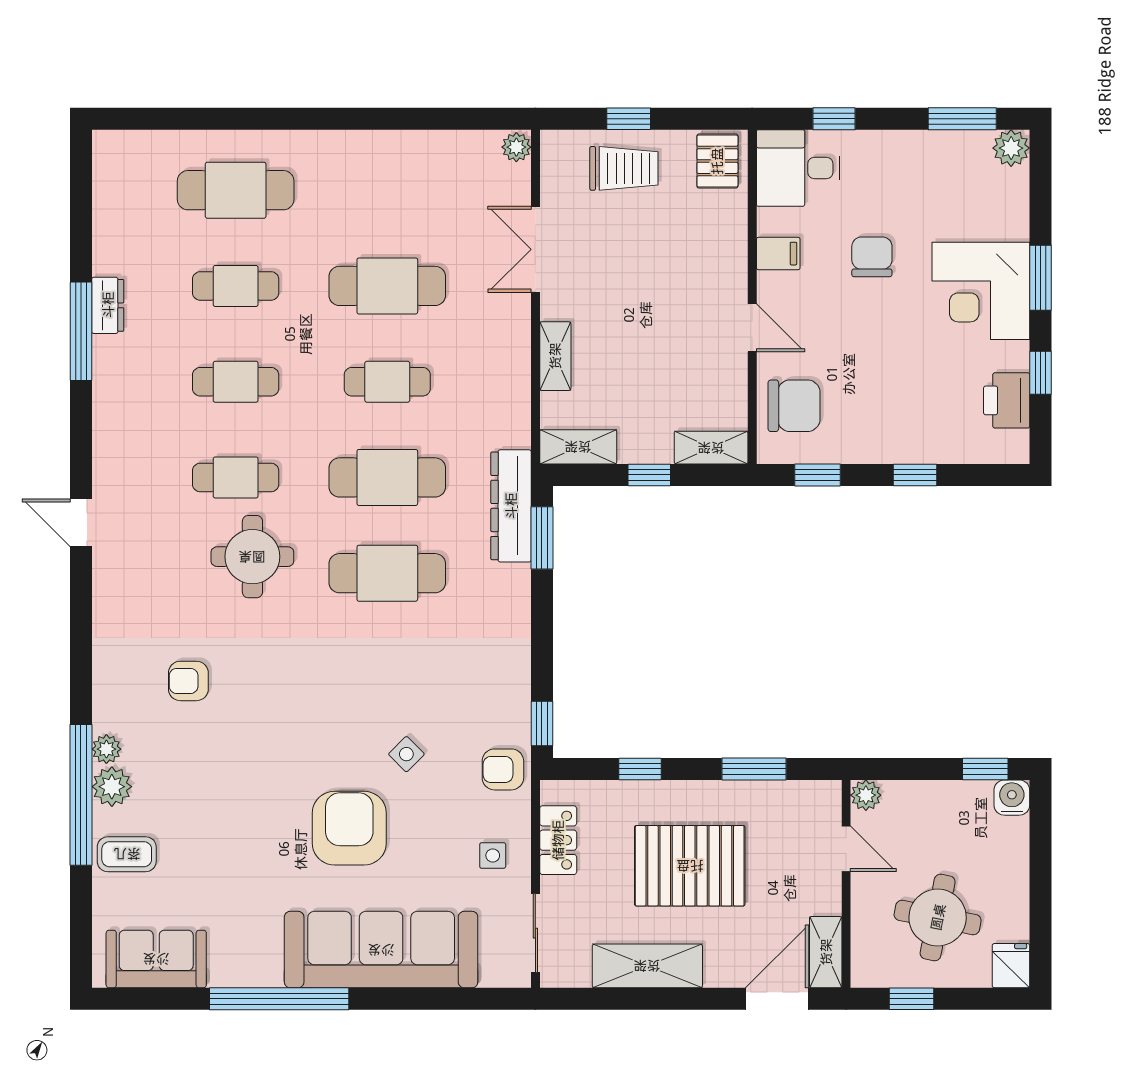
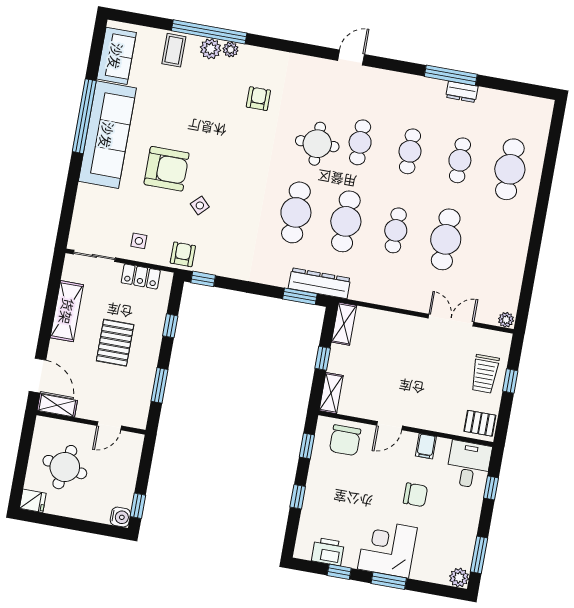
shelving: (555, 356) -> (393, 320), removed
plant: (866, 795) -> (135, 441), removed
pallet: (690, 866) -> (115, 343), width x0.73, depth x0.71
sofa: (381, 950) -> (107, 135), moved
window: (911, 999) -> (25, 446), removed

